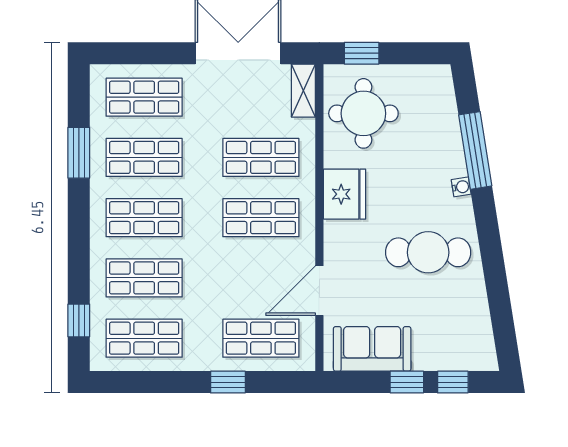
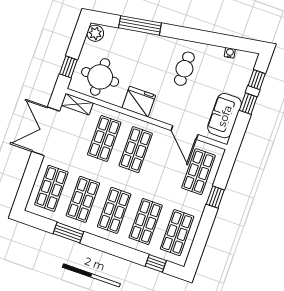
plant: (435, 79) -> (95, 33), added
water cooler: (461, 187) -> (230, 53), moved
cafe table: (428, 252) -> (184, 69), width x0.73, depth x0.74

